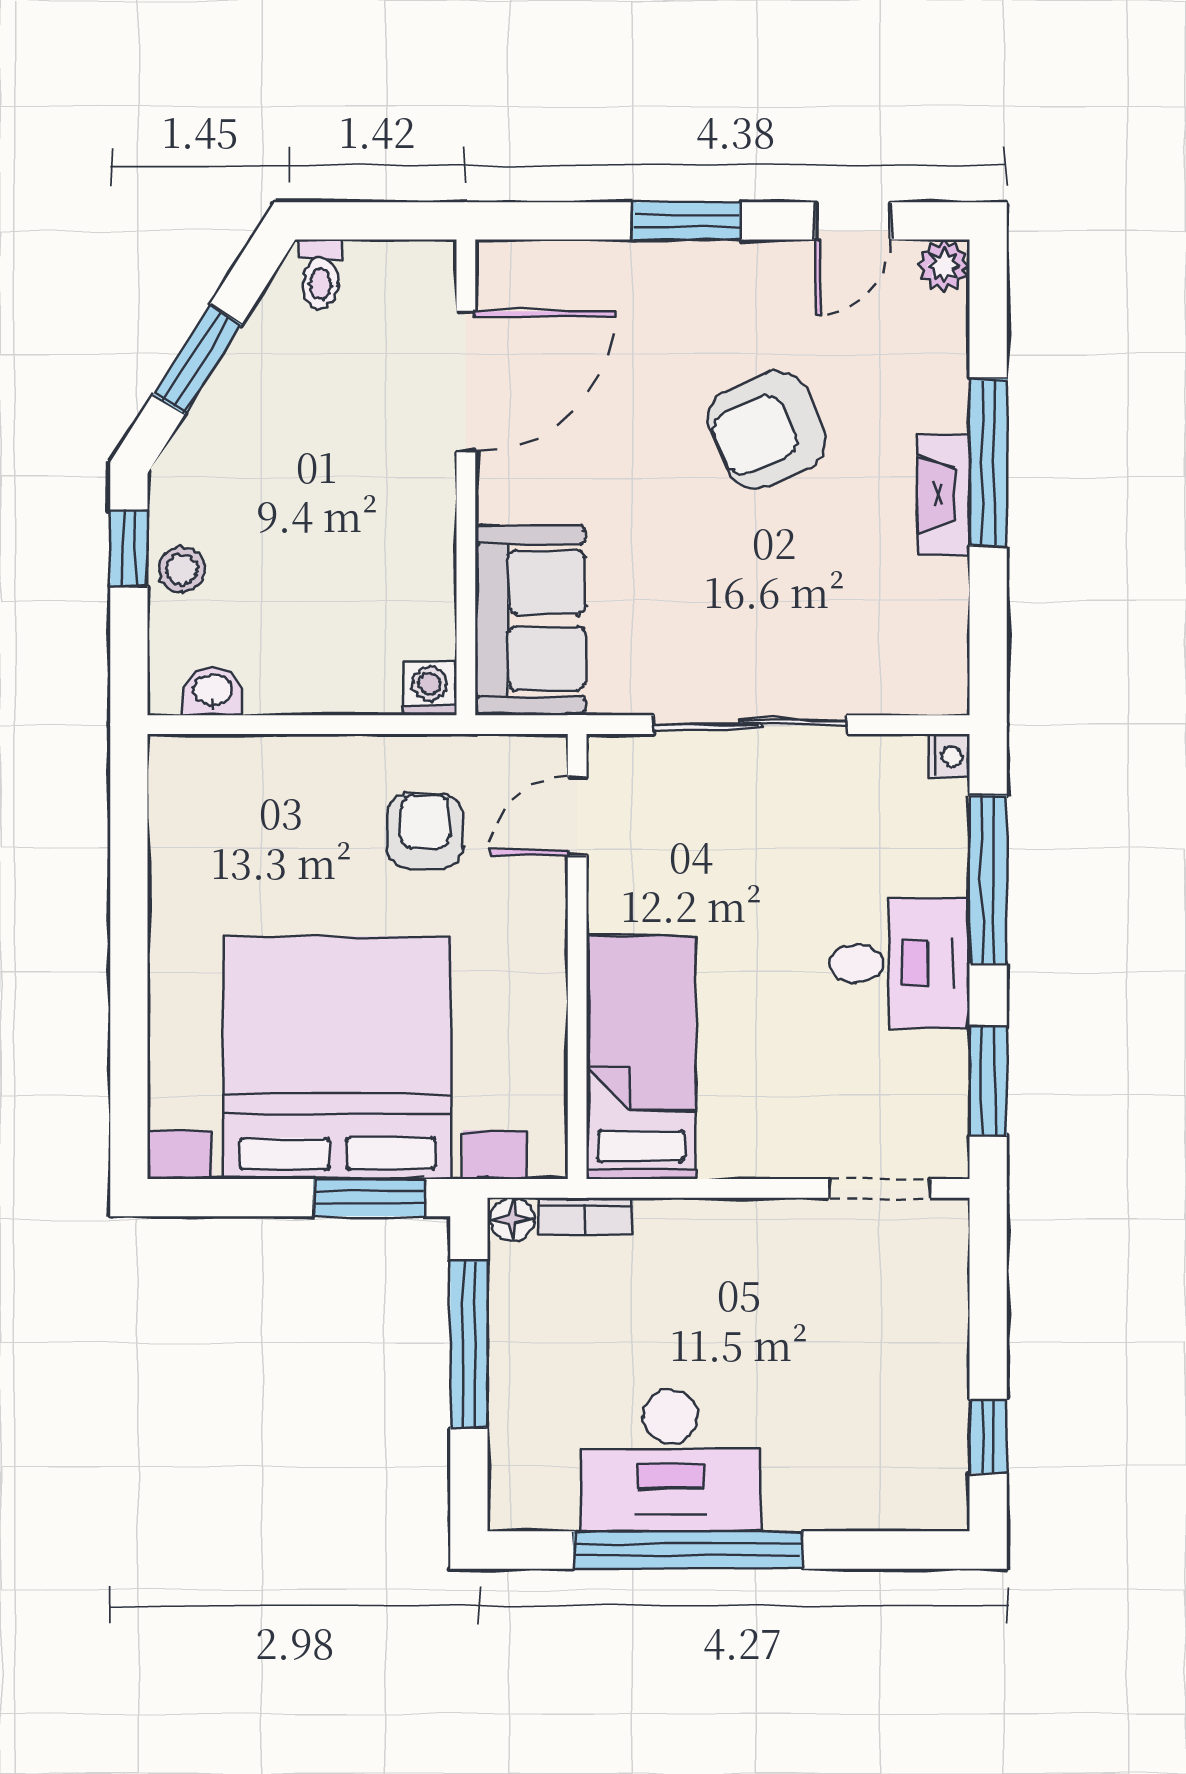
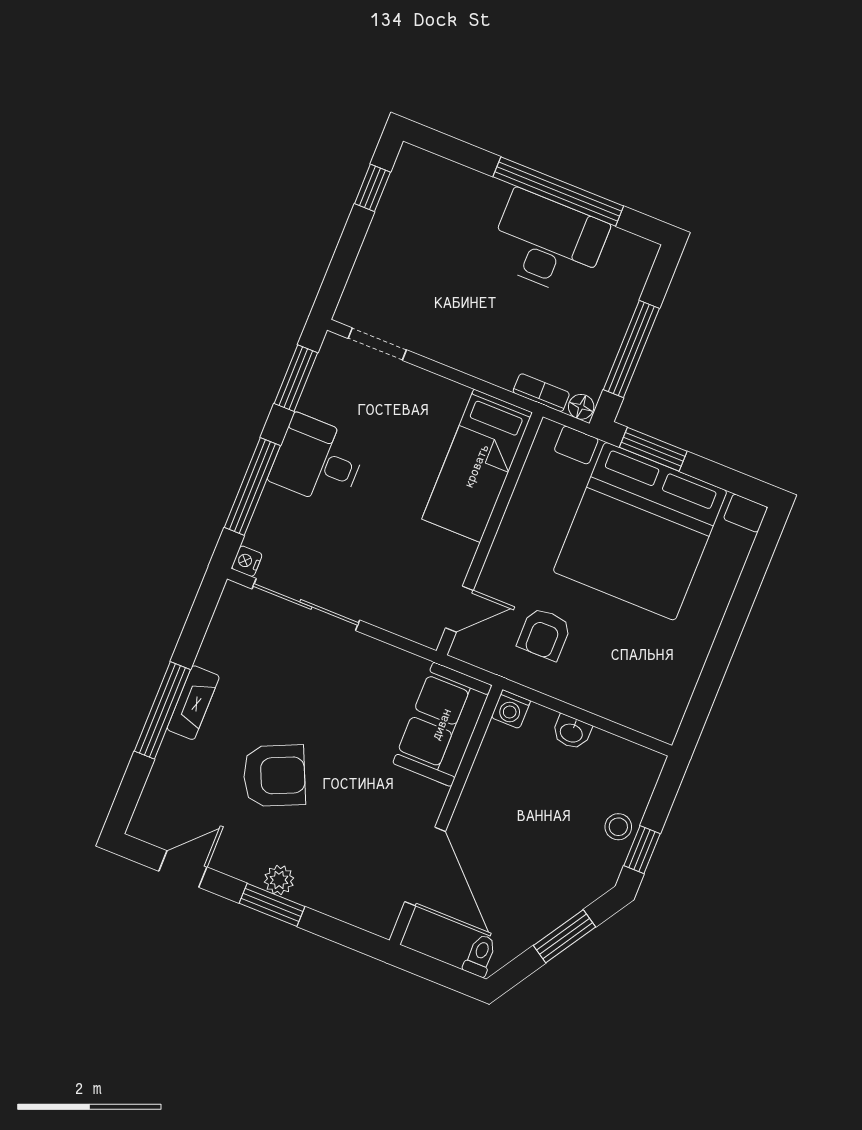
plant: (944, 265) -> (279, 880), moved
door: (466, 381) -> (425, 867), swing flipped
washbasin: (212, 691) -> (572, 732), moved
sliding door: (750, 725) -> (306, 604), moved

